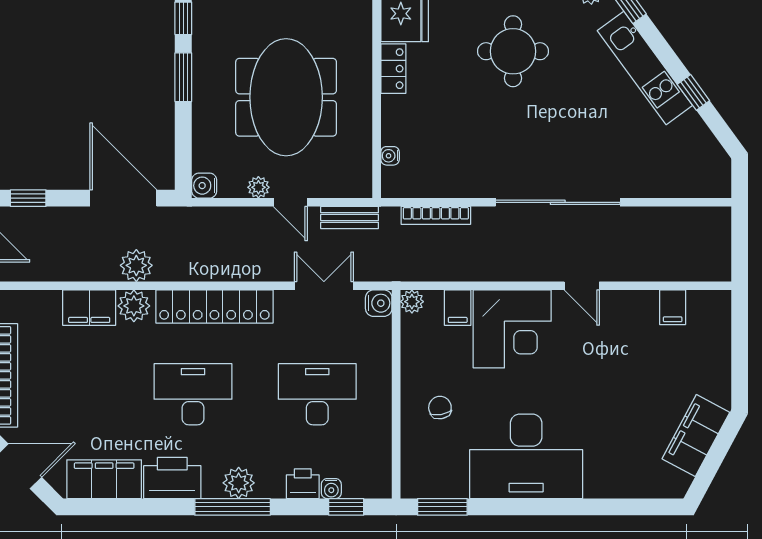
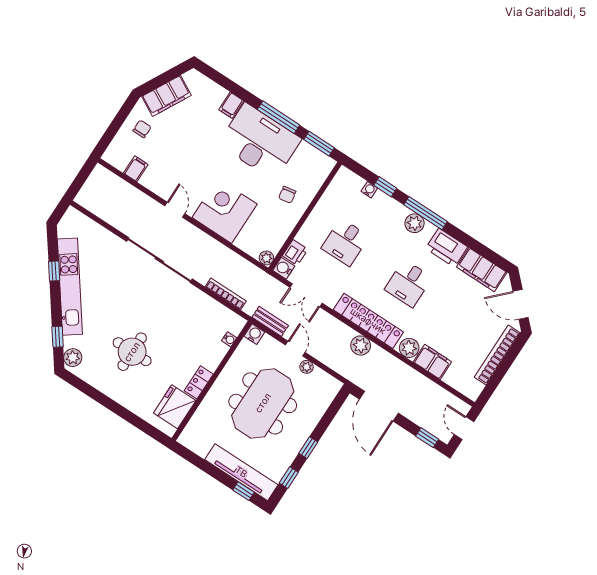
kitchen unit: (645, 68) -> (70, 287), width x1.36
window: (183, 77) -> (308, 448), width x0.67
water cooler: (204, 186) -> (254, 334), moved, turned -90
plant: (136, 265) -> (361, 346), moved
filing cabinet: (458, 308) -> (231, 105), moved, turned 180
chair: (700, 368) -> (142, 129), added
desk: (193, 394) -> (408, 283), width x0.73
desk: (317, 394) -> (345, 242), width x0.73
printer: (303, 484) -> (295, 253), moved, turned -90
window: (346, 507) -> (385, 187), moved
window: (522, 507) -> (279, 117), added

